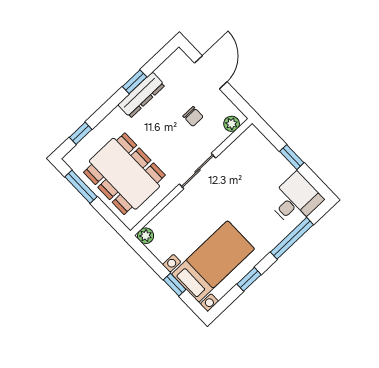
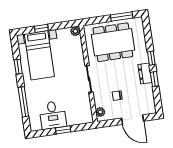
dresser: (141, 95) -> (145, 73), width x0.70
window: (81, 133) -> (151, 58), moved
desk: (295, 200) -> (53, 115), moved

